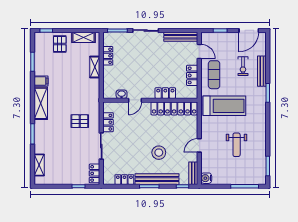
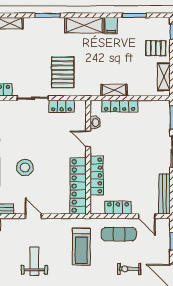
door: (199, 51) -> (147, 216), hinge flipped
locker: (108, 56) -> (120, 106), moved, width x1.53
shelving: (95, 67) -> (114, 90), moved
locker: (165, 93) -> (97, 175), width x1.53
treadmill: (224, 106) -> (81, 247), width x0.73, depth x0.73
pallet: (80, 121) -> (63, 72), width x1.50, depth x1.42
weight bench: (237, 145) -> (34, 261), turned 90

